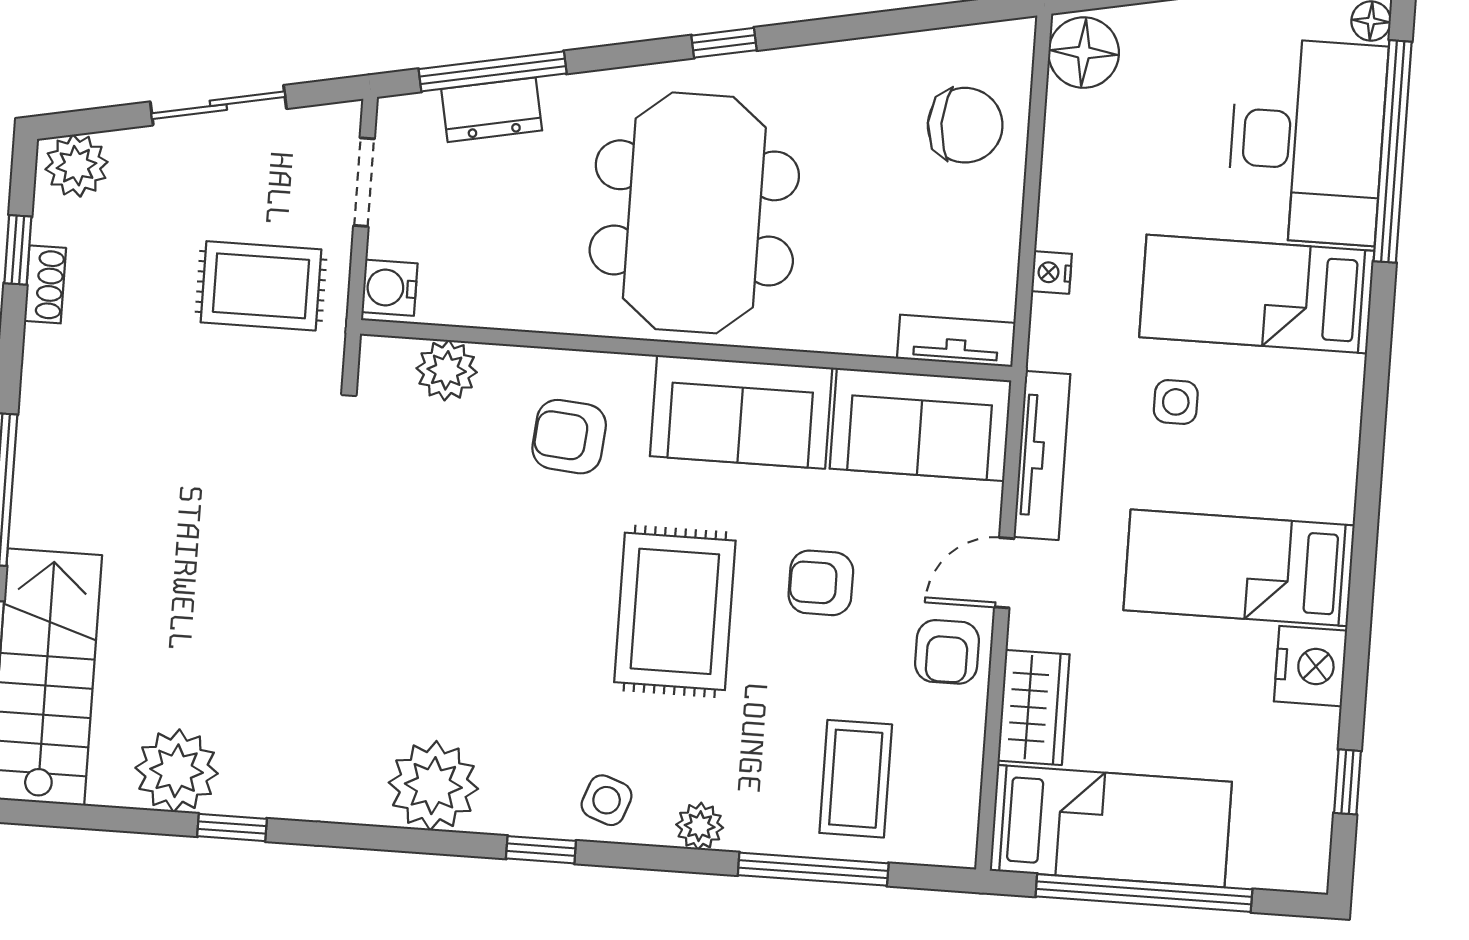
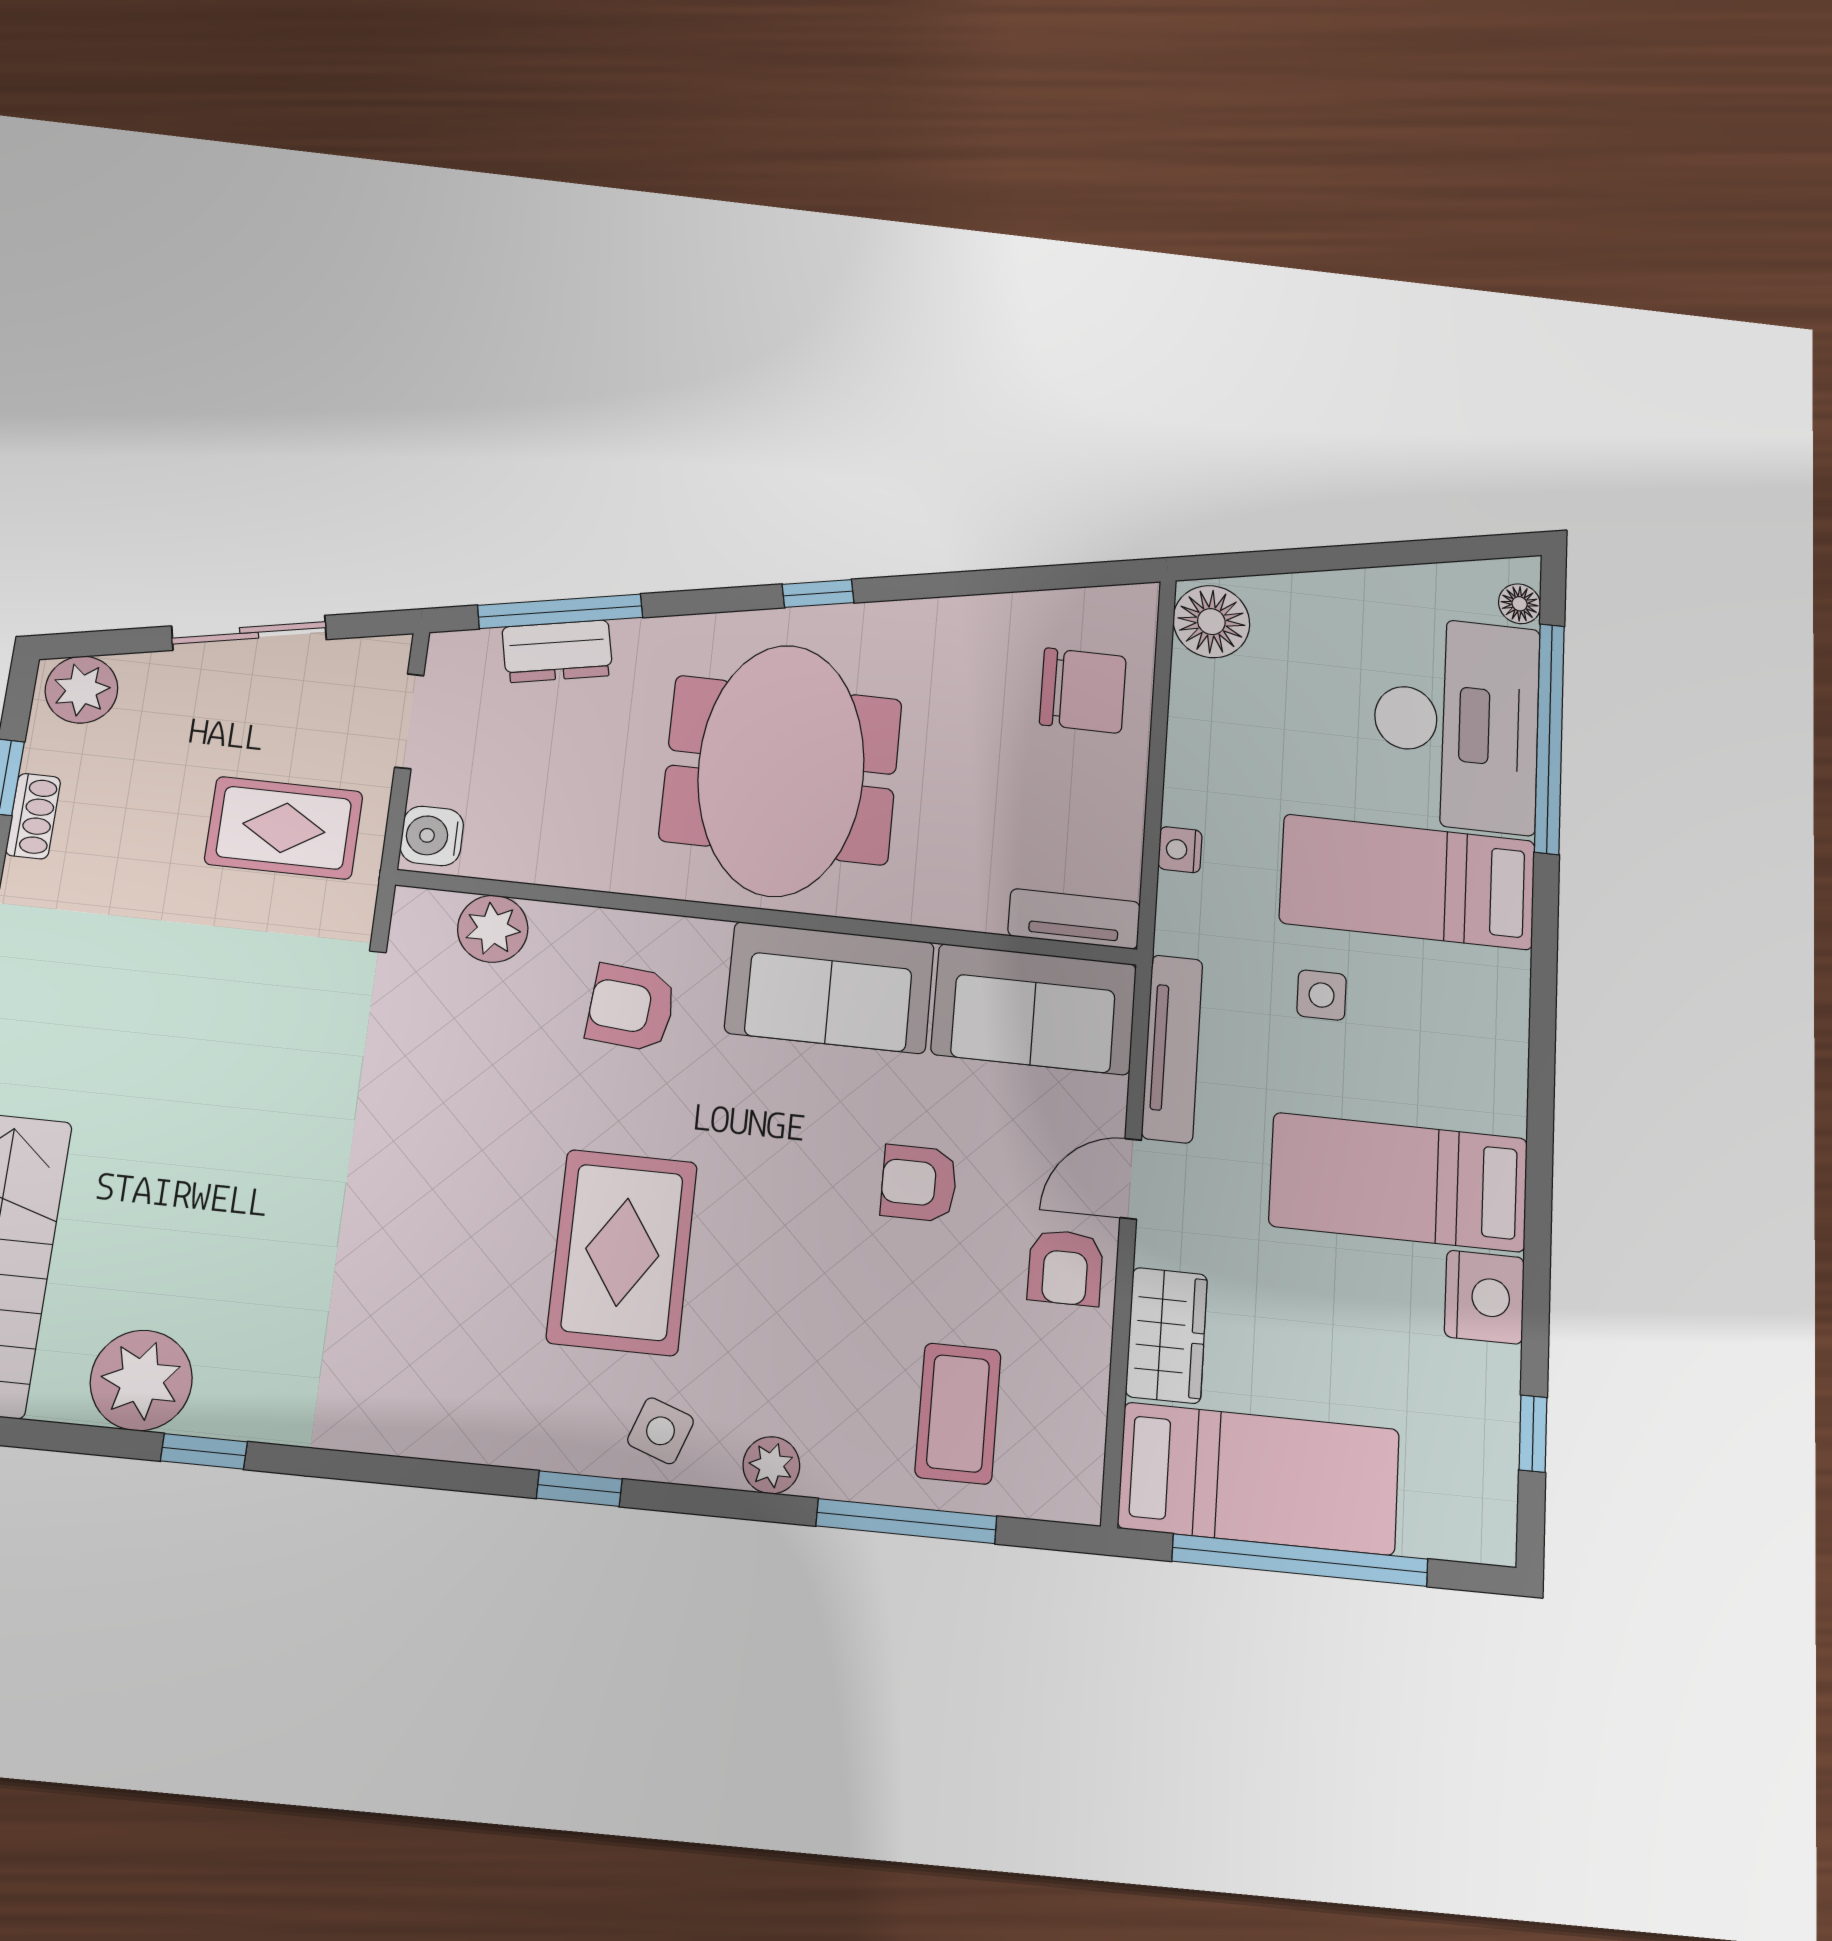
rug: (675, 611) -> (622, 1252), moved
plant: (433, 786) -> (453, 1407), removed

